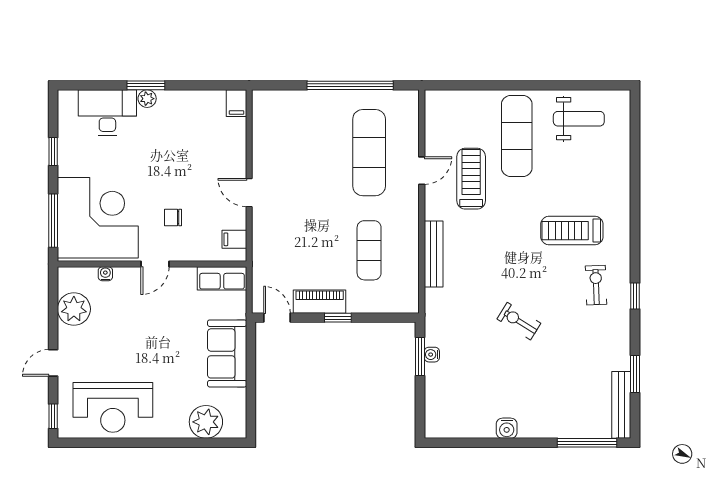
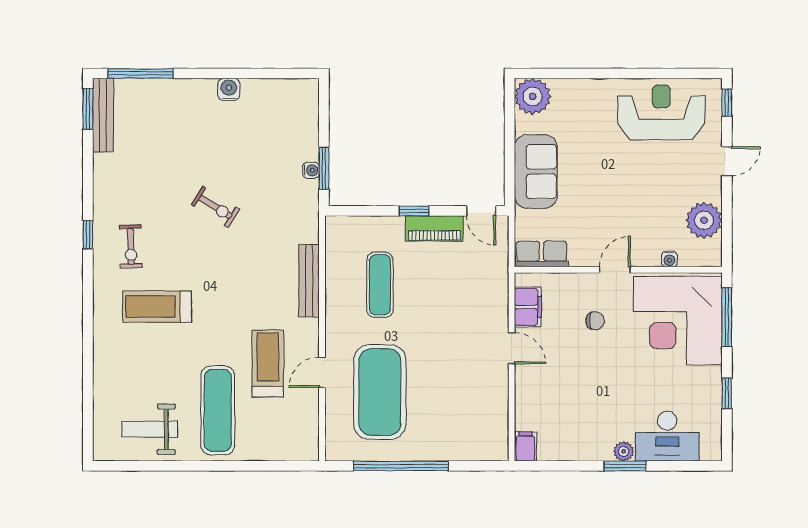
exercise mat: (369, 153) -> (380, 392), width x1.47
treadmill: (471, 179) -> (268, 363), turned 180
treadmill: (572, 231) -> (157, 307), turned 180
filing cabinet: (234, 239) -> (528, 307), width x2.00
window: (635, 374) -> (88, 109), moved
plant: (206, 422) -> (533, 96), moved

